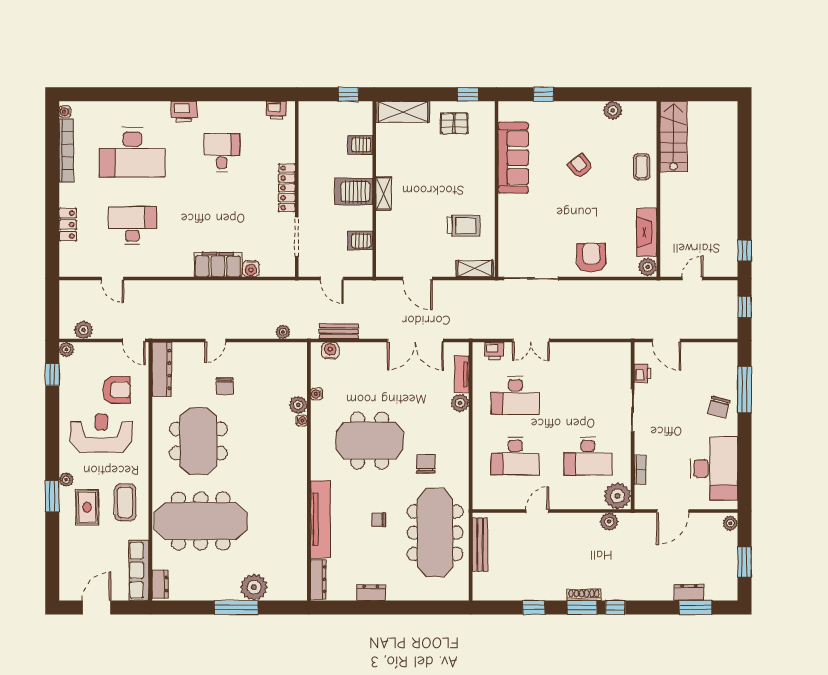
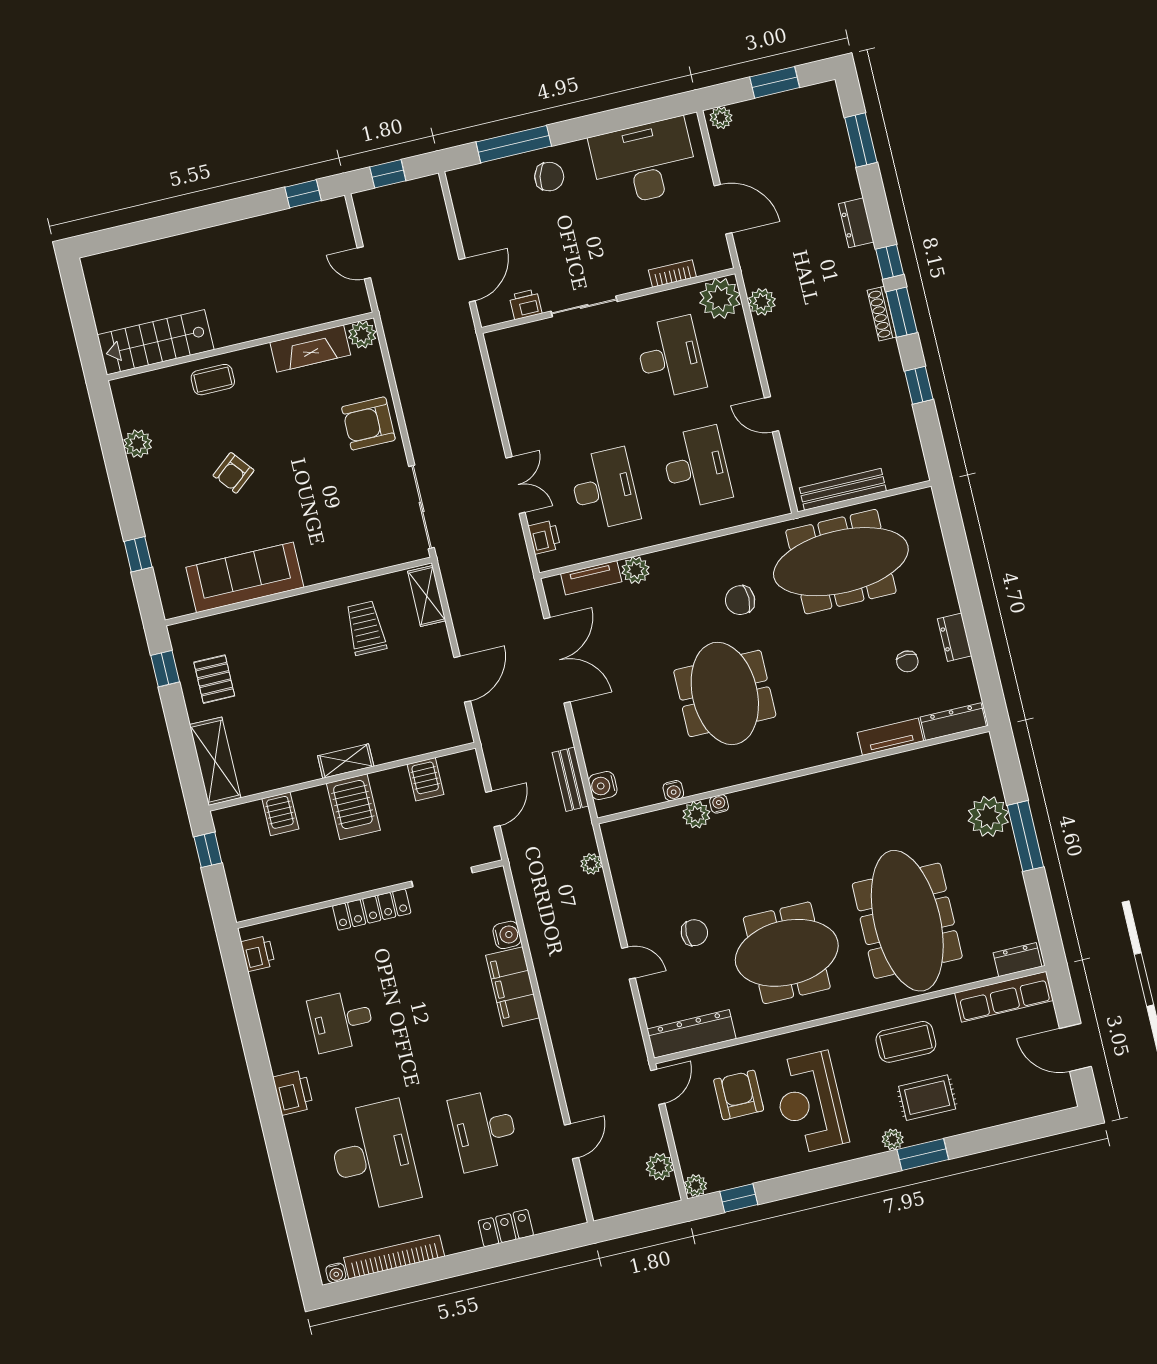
tv unit: (320, 519) -> (890, 737), width x0.52, depth x0.78
chair: (379, 520) -> (907, 661), moved
dresser: (689, 592) -> (856, 223), moved

